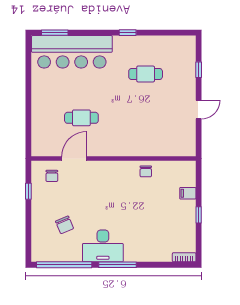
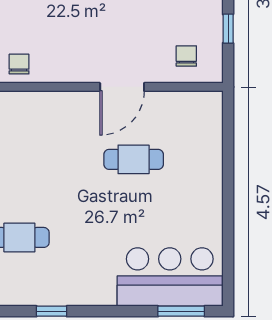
bar counter: (72, 52) -> (170, 277), width x0.73
door: (74, 159) -> (122, 87), moved

